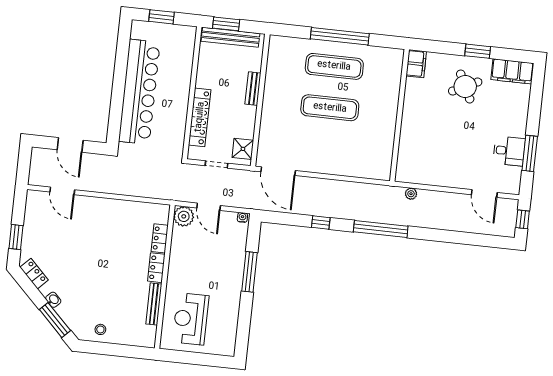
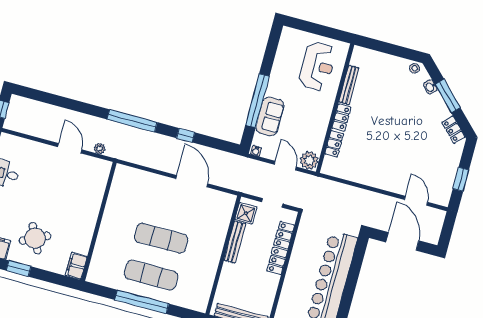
bench: (253, 89) -> (235, 242), moved, width x1.36
door: (70, 145) -> (402, 241), width x1.36
door: (278, 171) -> (192, 181), moved
door: (484, 194) -> (70, 148), moved
window: (16, 237) -> (461, 179), moved
sofa: (233, 257) -> (270, 116), added
window: (249, 272) -> (257, 101), width x1.46
washbasin: (53, 300) -> (430, 87), moved
window: (55, 320) -> (448, 96), moved
stool: (100, 329) -> (415, 68), moved

